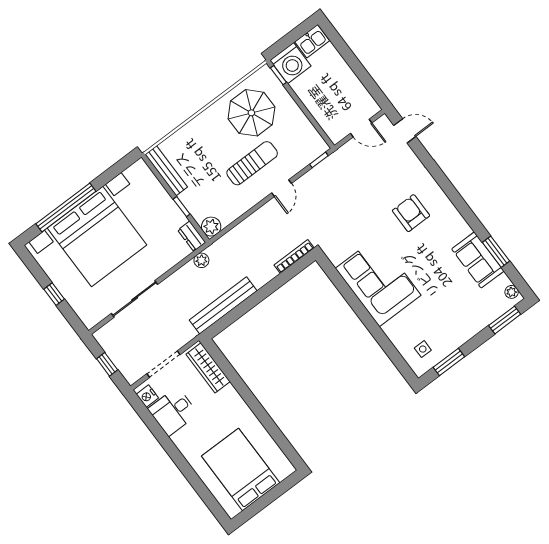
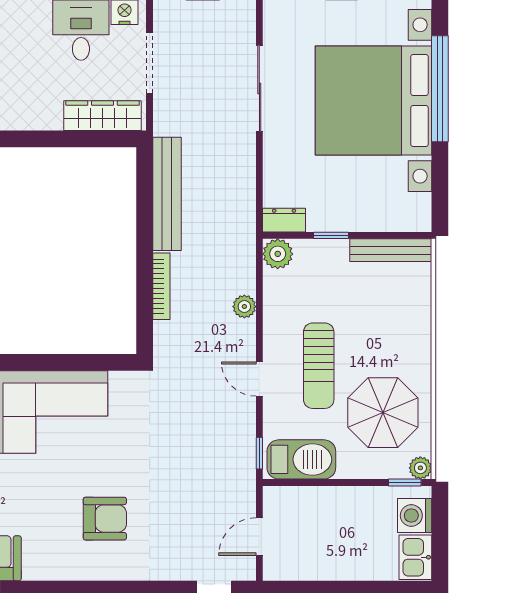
washing machine: (291, 63) -> (415, 516), width x0.73, depth x0.73
plant: (265, 73) -> (420, 468), added
barbecue: (306, 136) -> (301, 459), added
bookcase: (294, 256) -> (161, 286), moved
plant: (201, 260) -> (244, 307), moved

